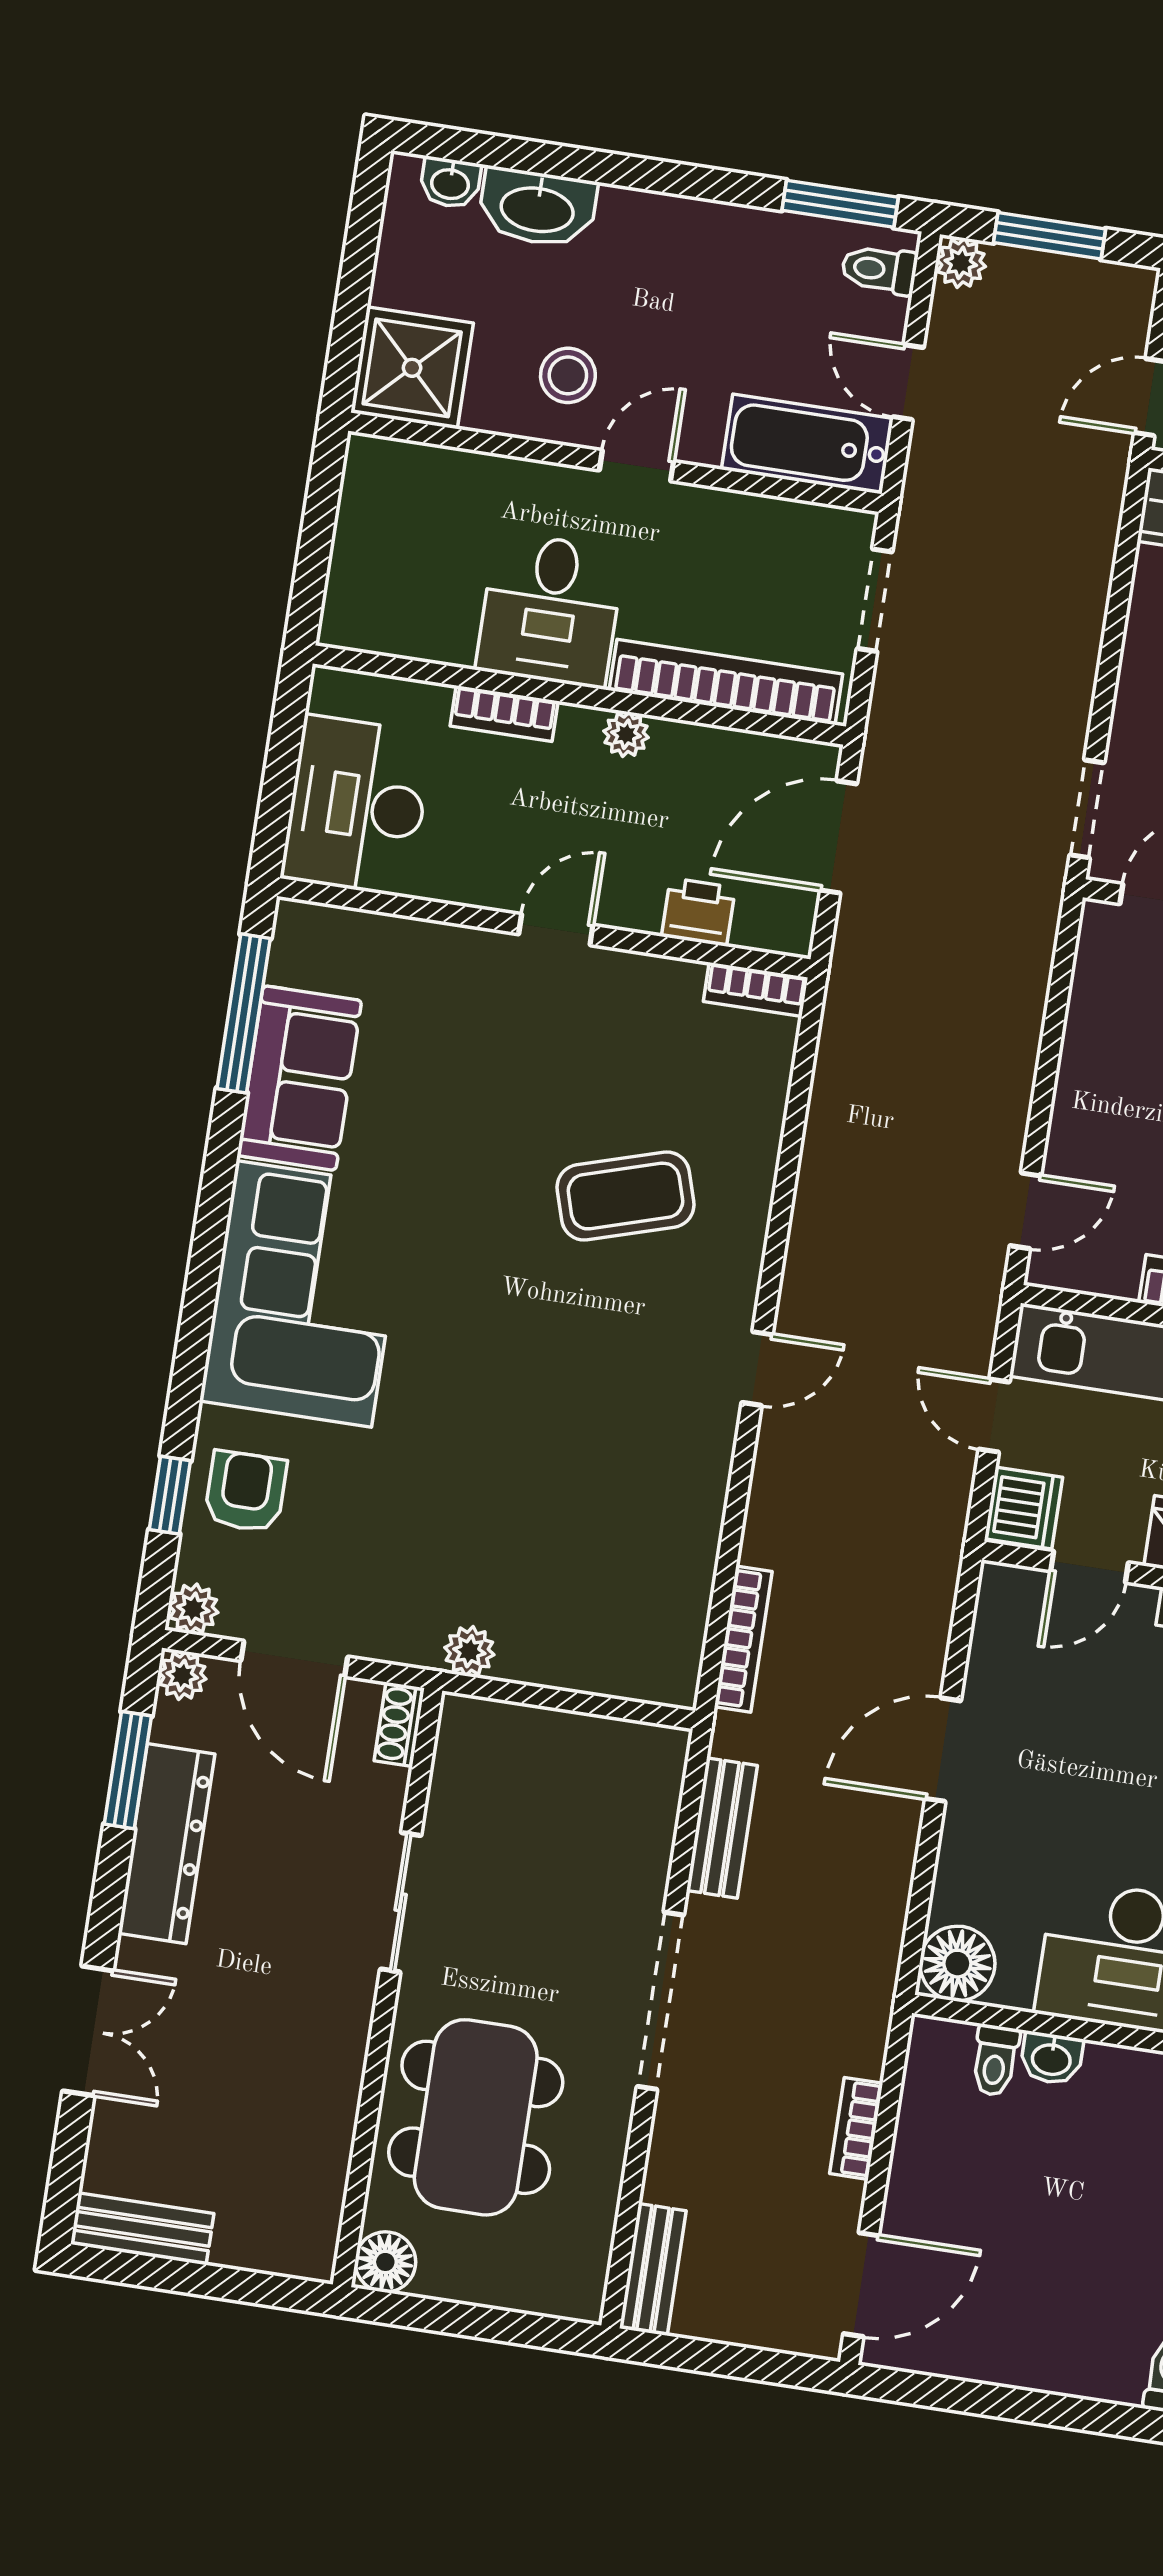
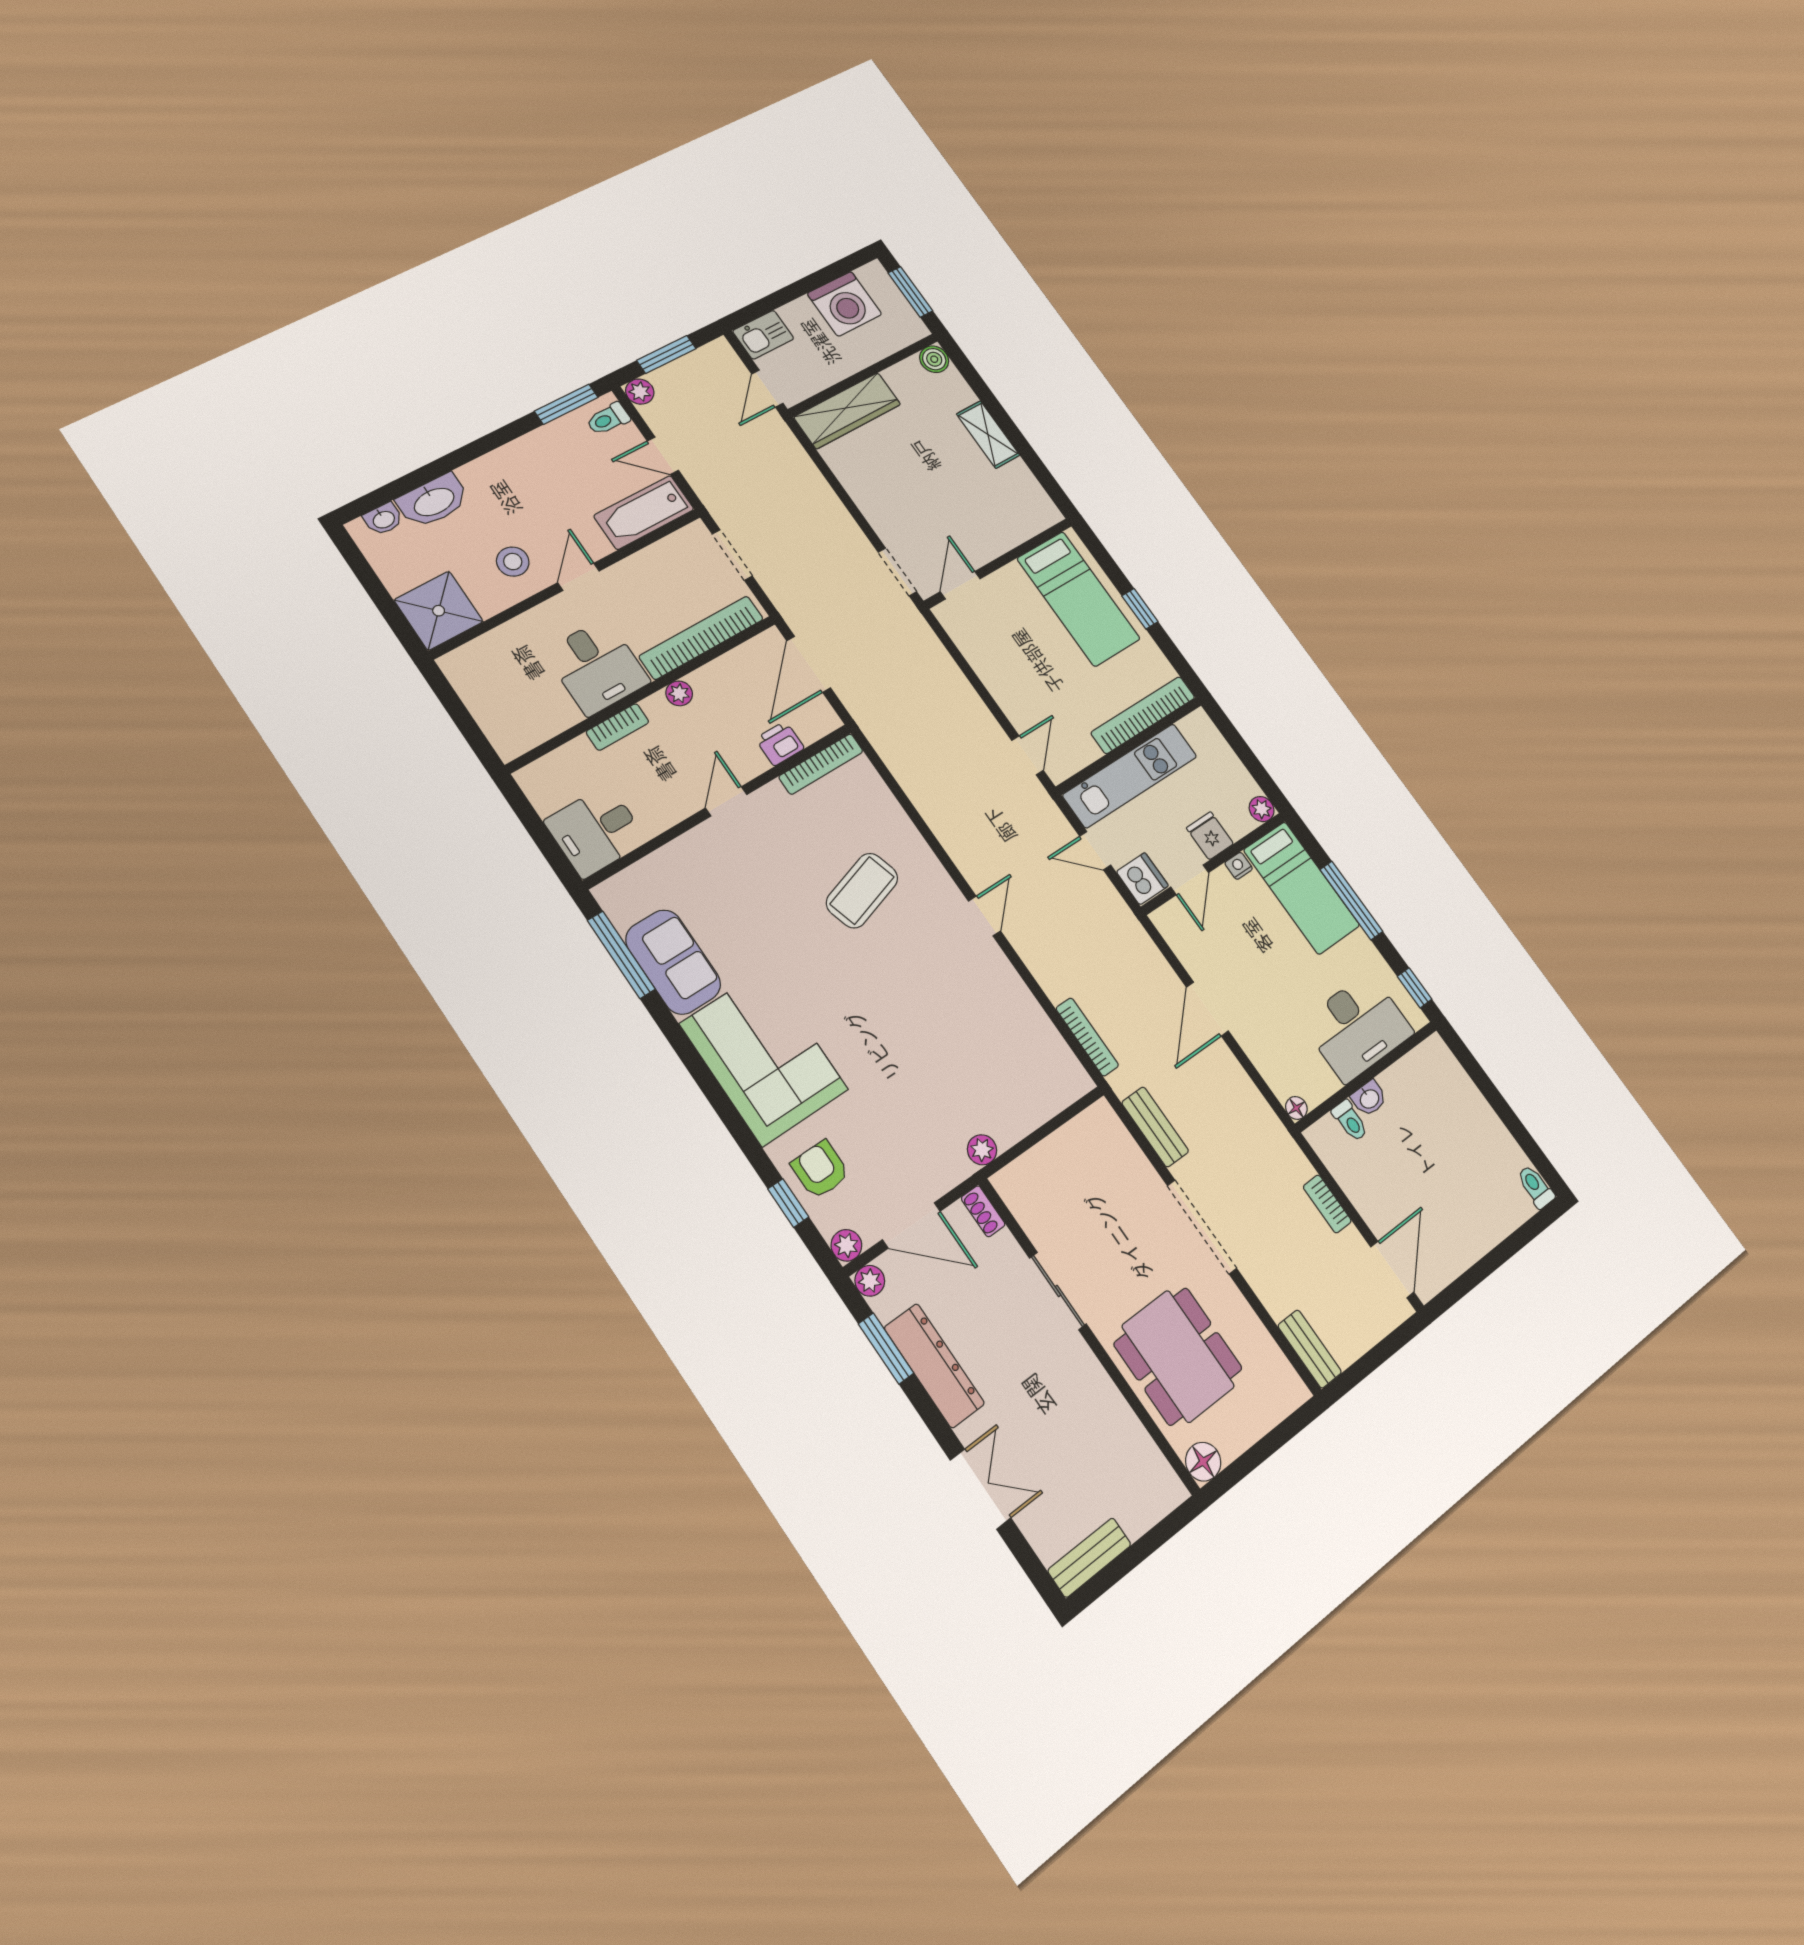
desk: (357, 806) -> (596, 831), width x0.73
bookcase: (756, 989) -> (821, 764), width x1.56
floor lamp: (957, 1964) -> (1296, 1108), width x0.53, depth x0.53

